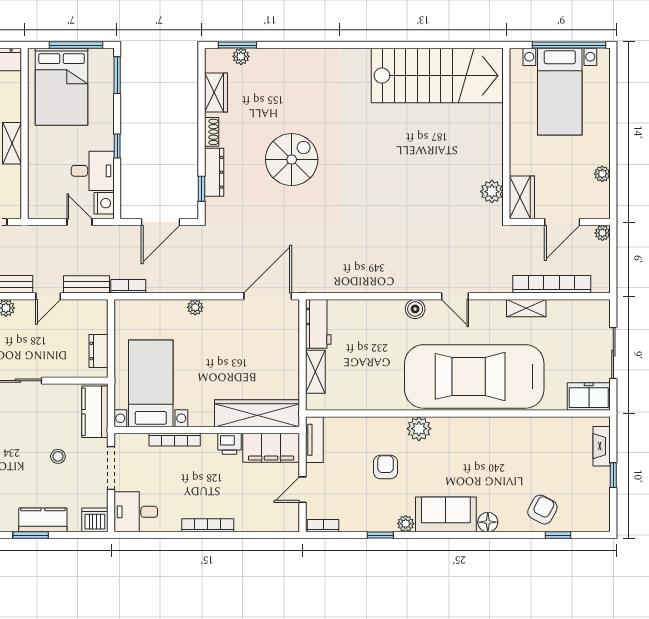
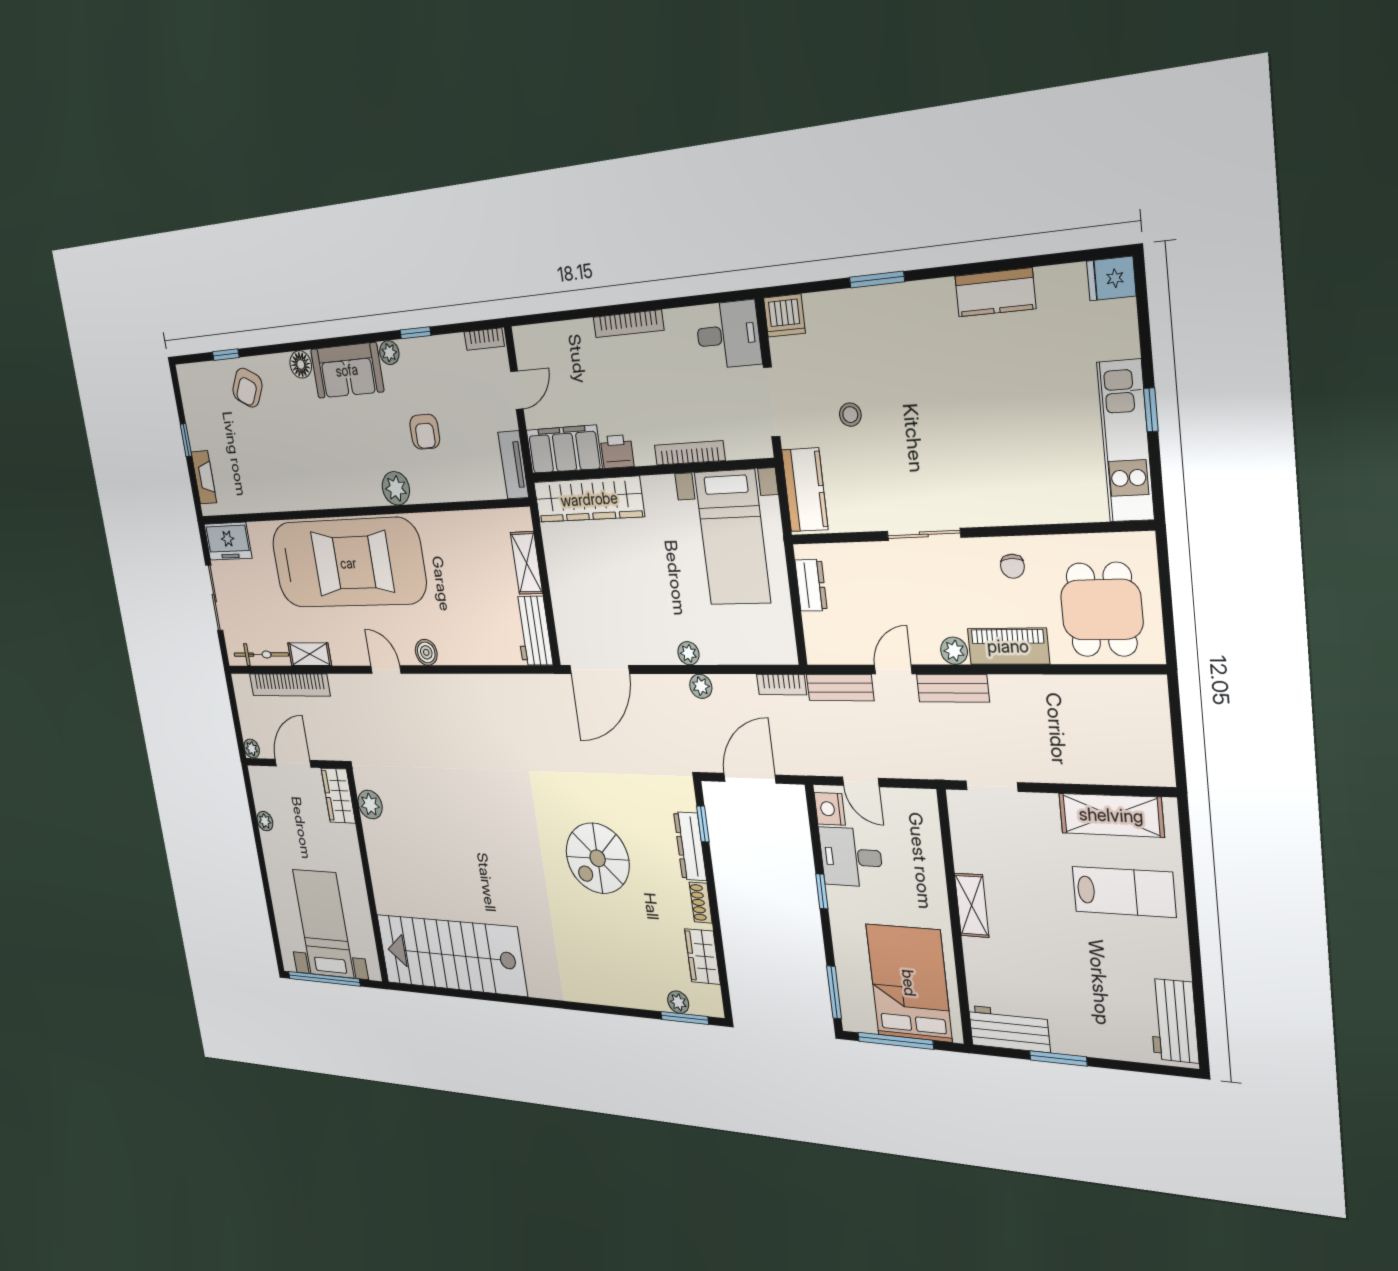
plant: (189, 285) -> (701, 686), added
bicycle: (575, 308) -> (261, 655), added
kitchen counter: (43, 520) -> (861, 307), removed

